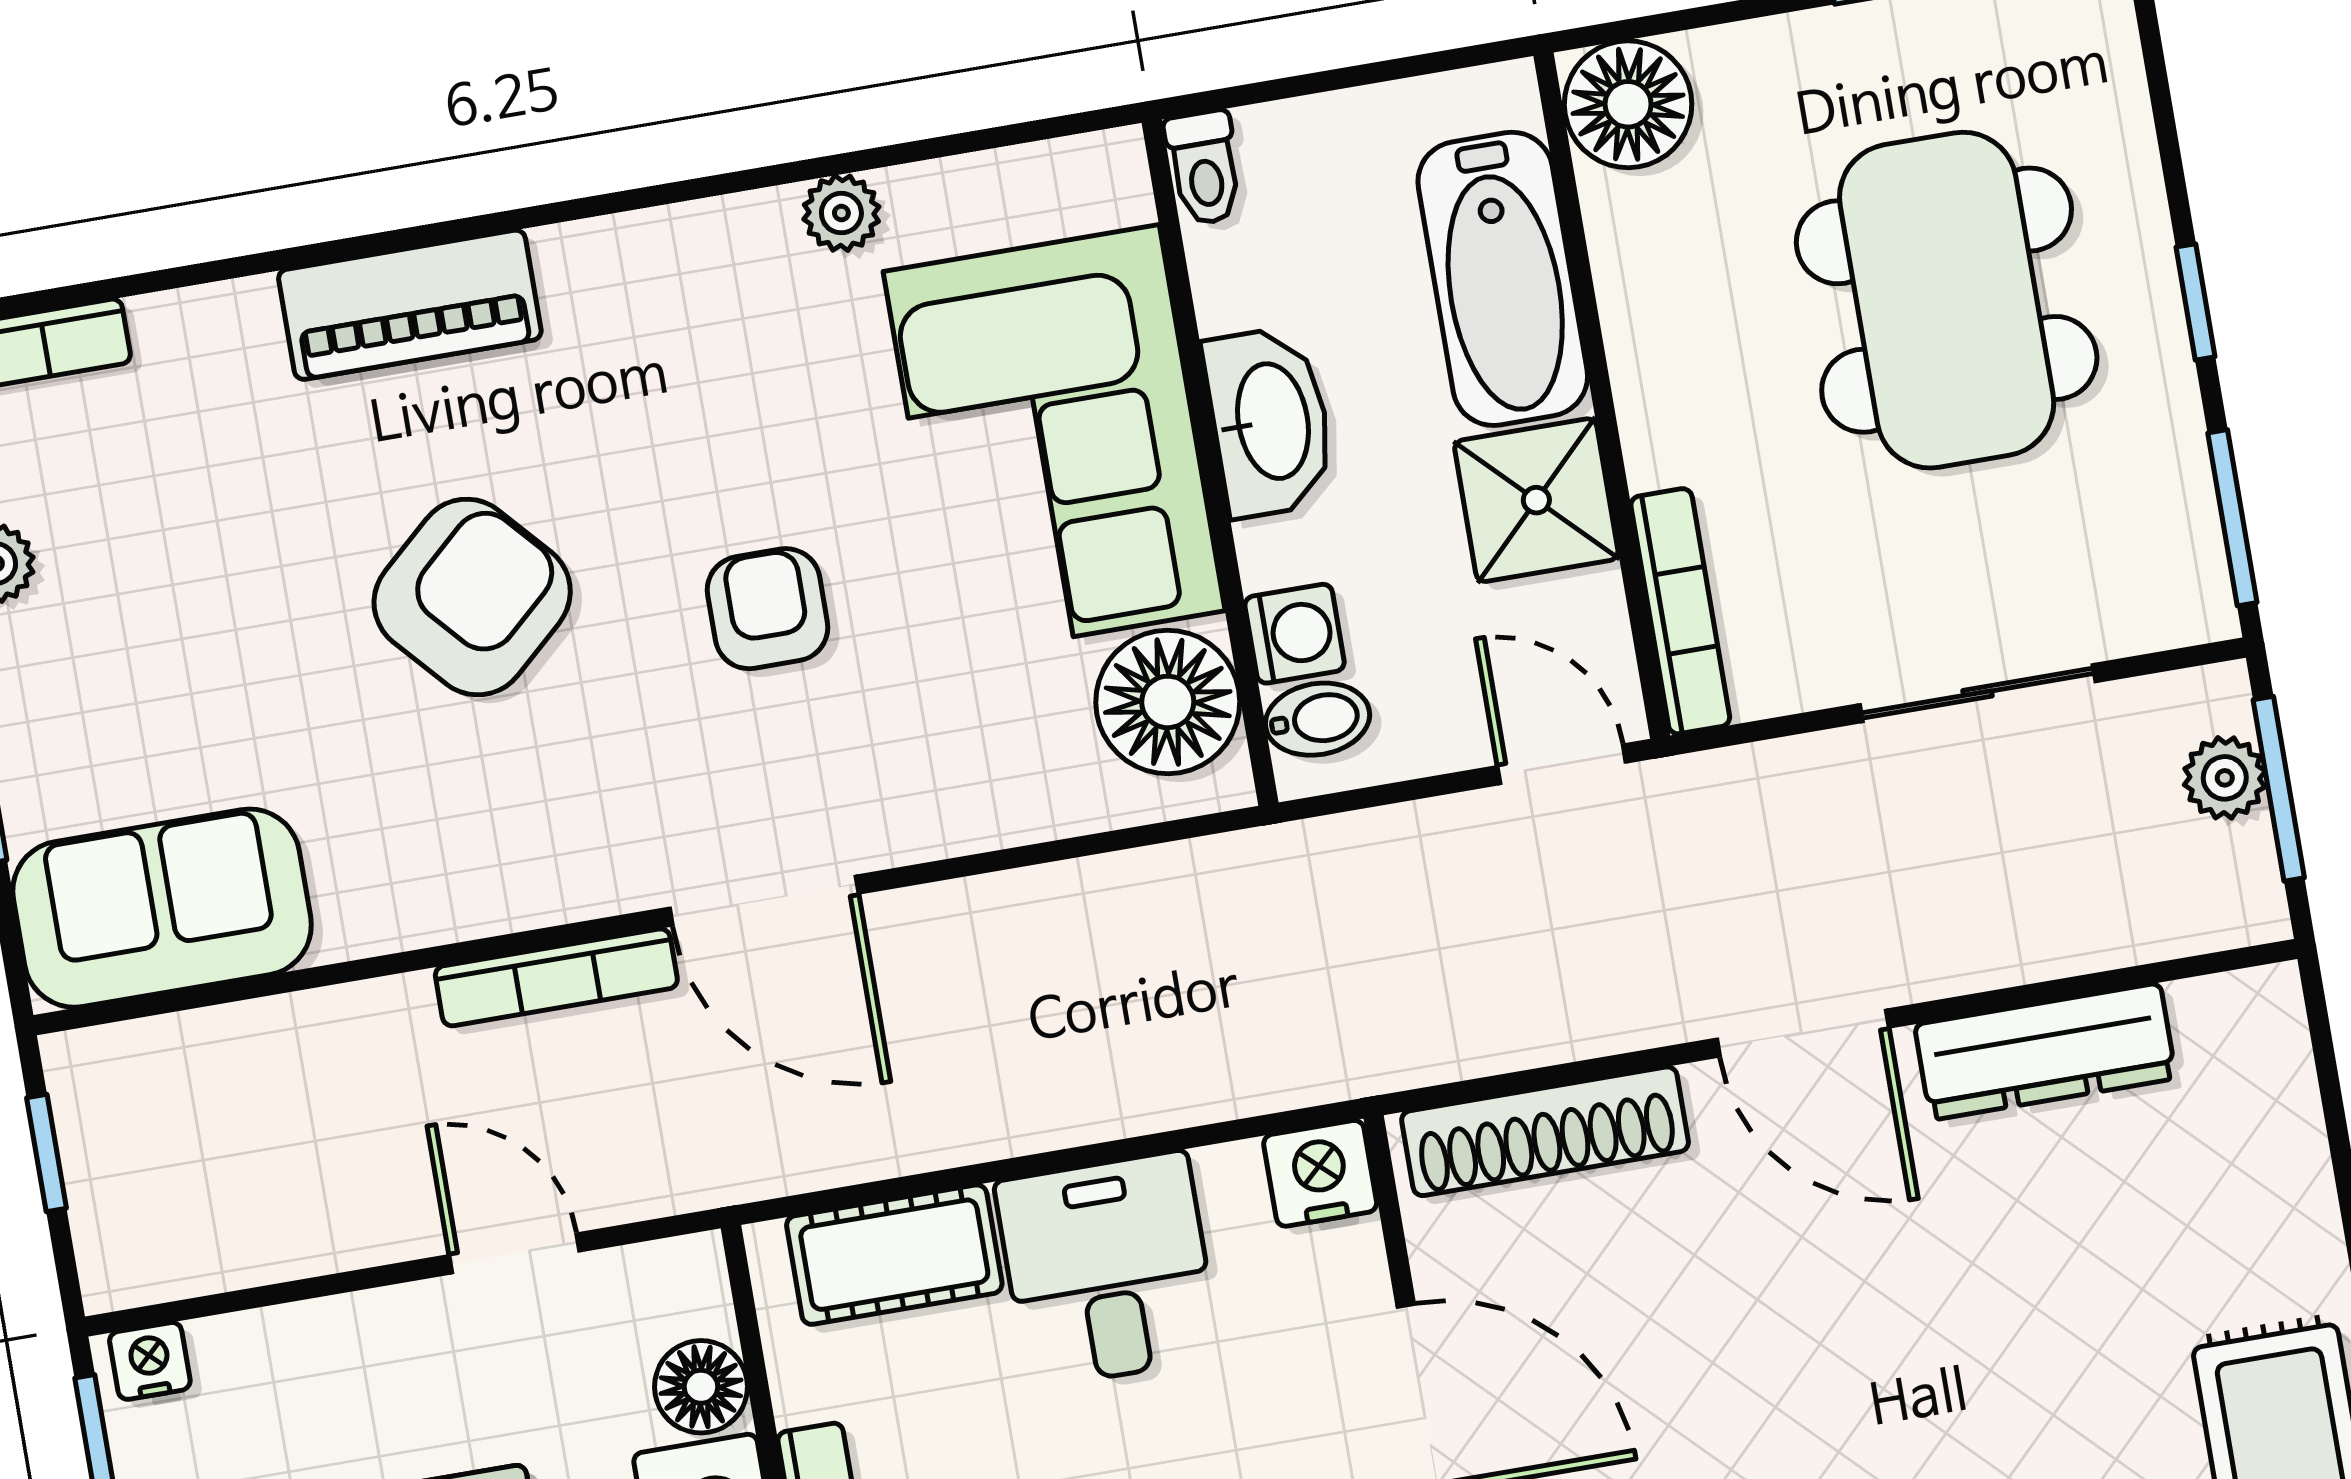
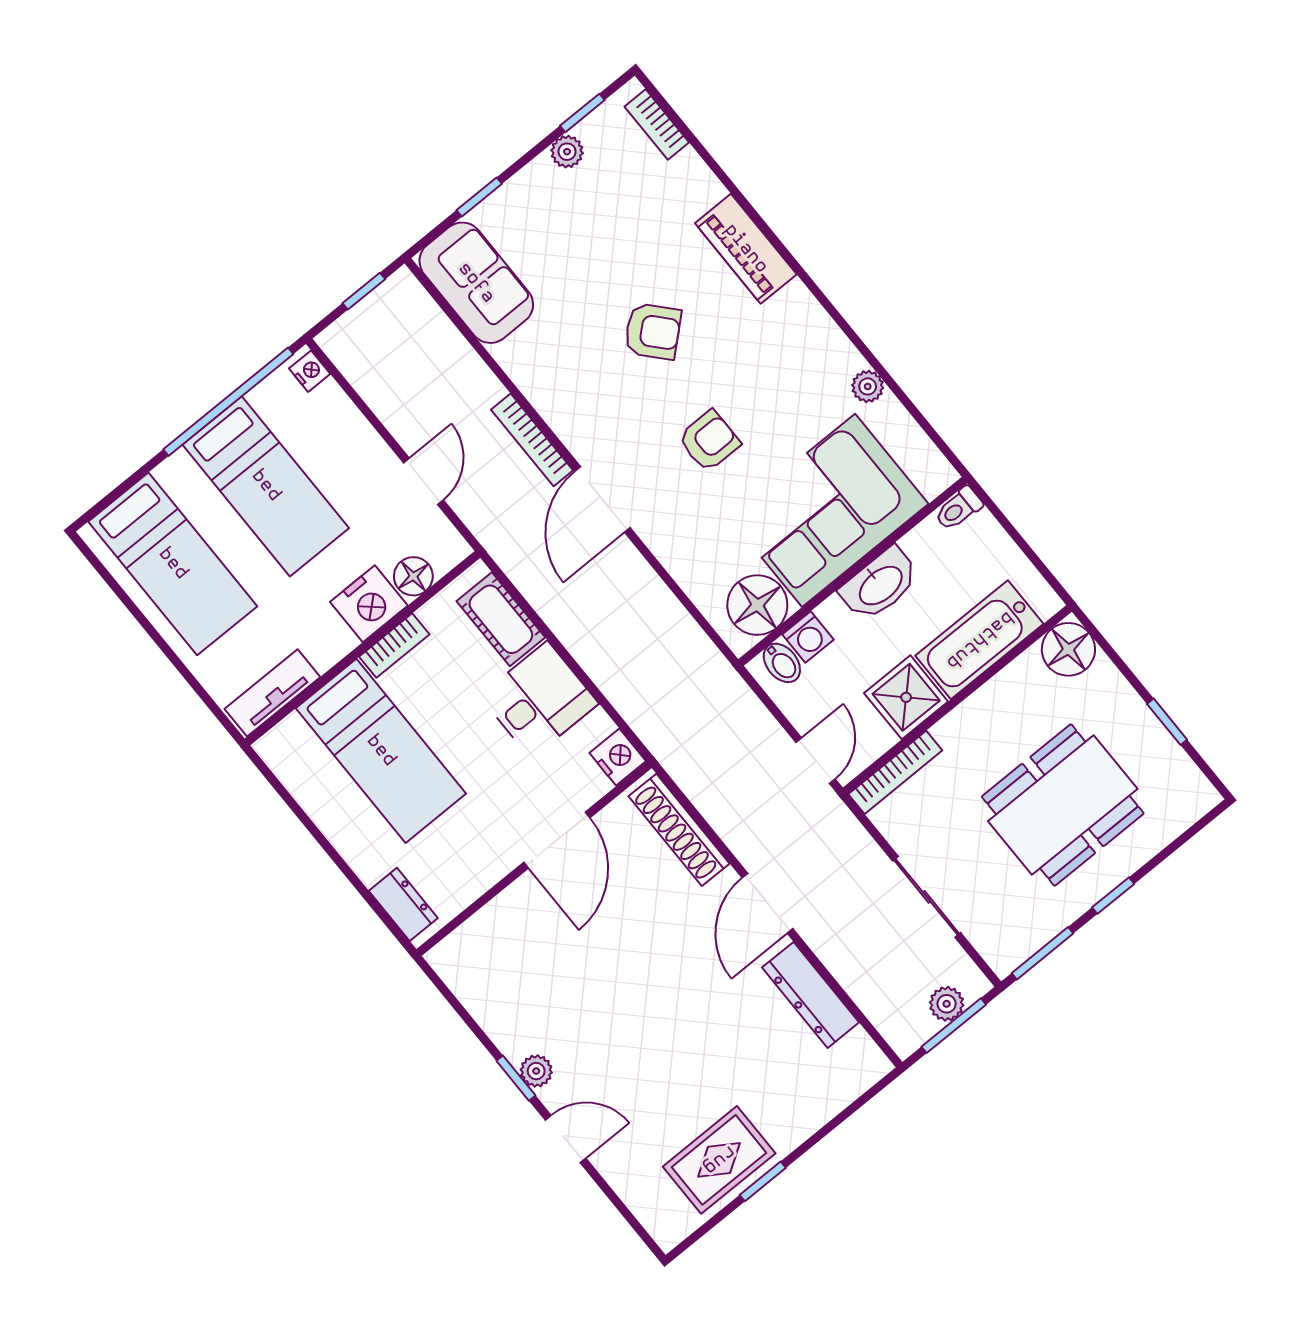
armchair: (472, 597) -> (653, 331), width x0.72, depth x0.72

